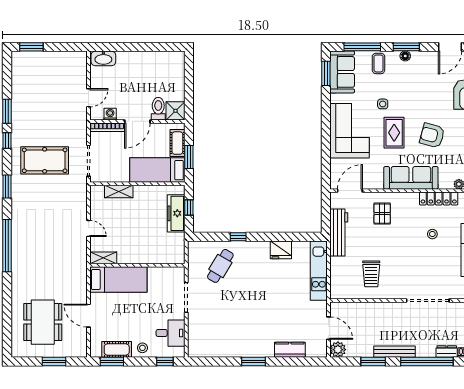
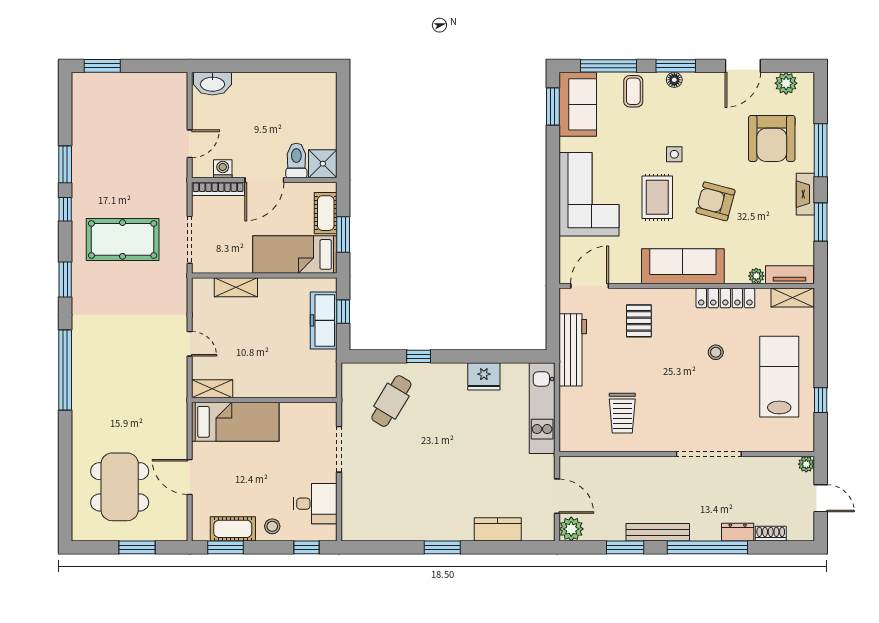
side table: (383, 104) -> (674, 154), moved

